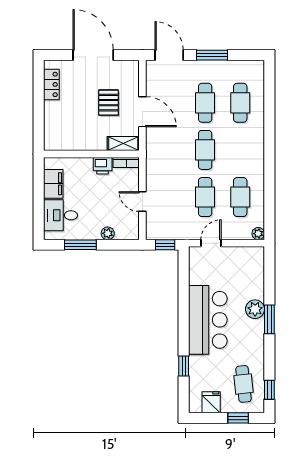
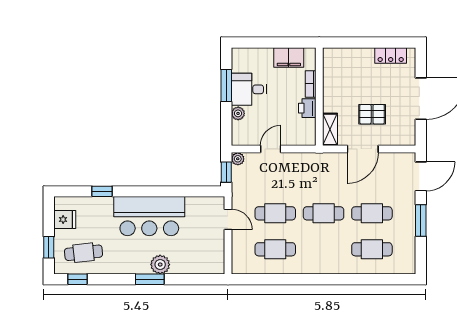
bookcase: (126, 163) -> (311, 84), moved
desk: (60, 215) -> (249, 89), moved, turned -90
plant: (258, 234) -> (238, 159), moved

